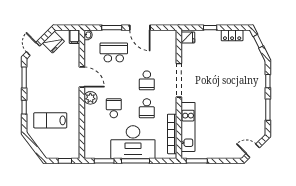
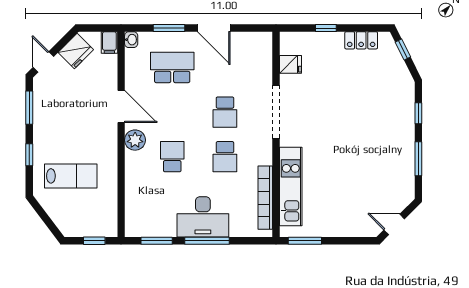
fridge: (188, 37) -> (290, 64), moved
lab bench: (50, 120) -> (71, 176), turned 180
desk: (133, 142) -> (203, 217), width x0.73, depth x0.77

